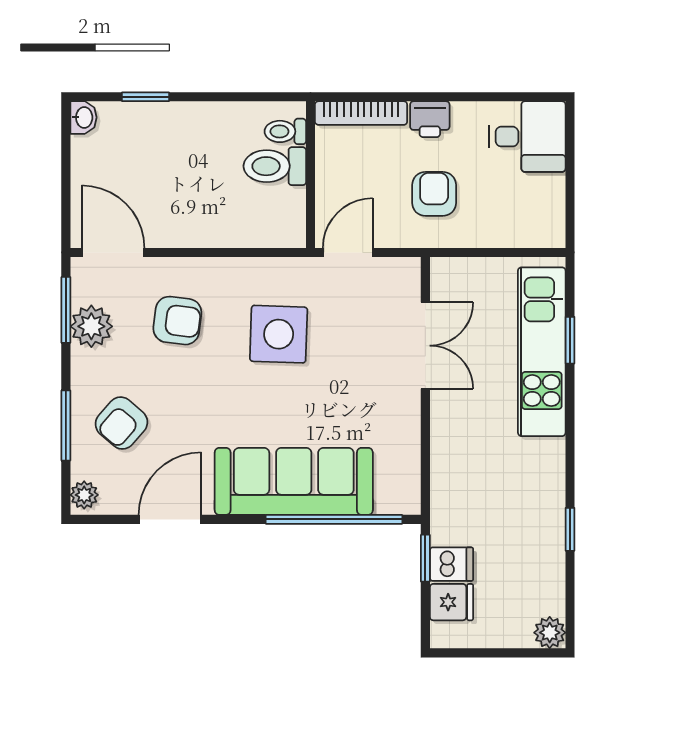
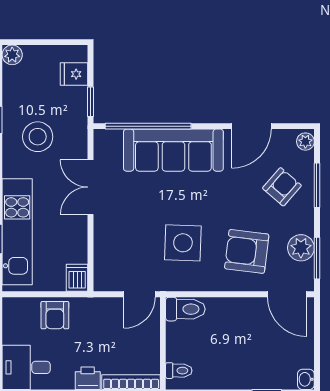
toilet: (275, 166) -> (185, 309), moved
armchair: (434, 194) -> (55, 315), moved
armchair: (177, 321) -> (247, 251), width x1.38, depth x1.38
double door: (425, 346) -> (90, 187), moved
stool: (509, 503) -> (38, 137), added
dishwasher: (452, 564) -> (77, 278), moved, turned 90

